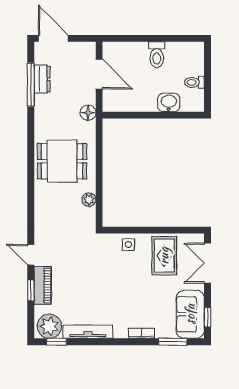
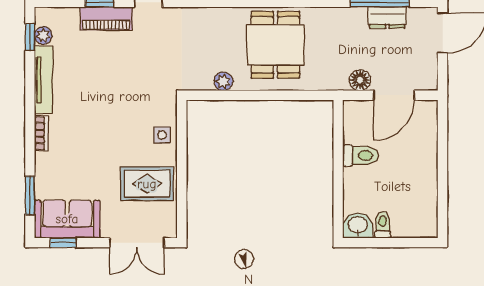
toilet: (157, 55) -> (360, 155), moved, turned 180
washbasin: (169, 102) -> (358, 225), moved, turned -90
floor lamp: (88, 113) -> (360, 80), moved
double door: (208, 263) -> (137, 243), swing flipped
plant: (49, 326) -> (43, 35), width x0.53, depth x0.53
bookcase: (142, 333) -> (41, 133), moved

